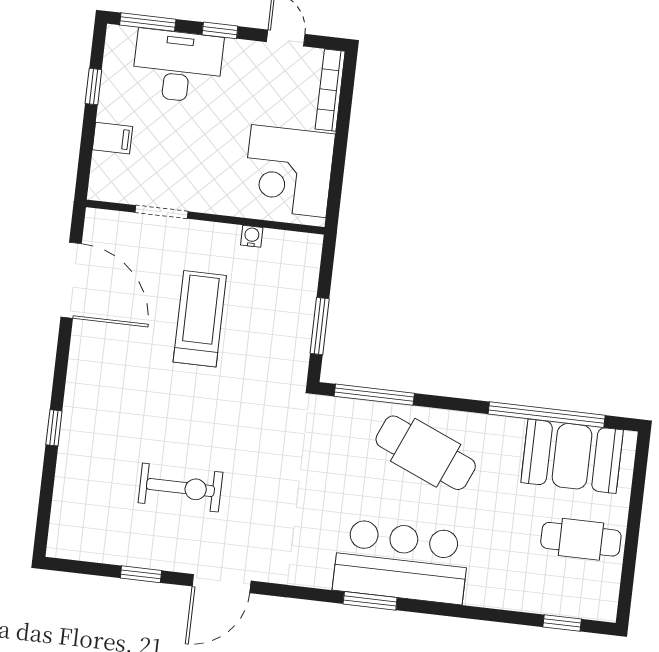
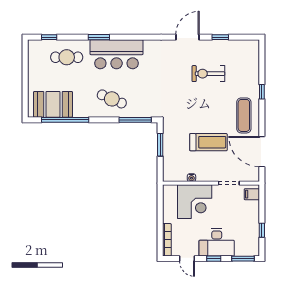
desk: (178, 66) -> (217, 242), moved
filing cabinet: (112, 138) -> (252, 194), moved
corner desk: (289, 171) -> (195, 202), moved, turned 90
treadmill: (200, 319) -> (208, 142), turned -90
exercise mat: (105, 374) -> (244, 115), added
cafe table: (426, 453) -> (112, 99), width x0.73, depth x0.74
cafe table: (581, 539) -> (67, 57), moved
window: (370, 601) -> (99, 37), moved

